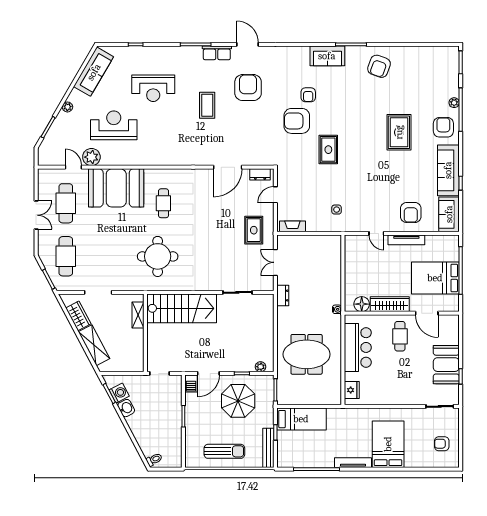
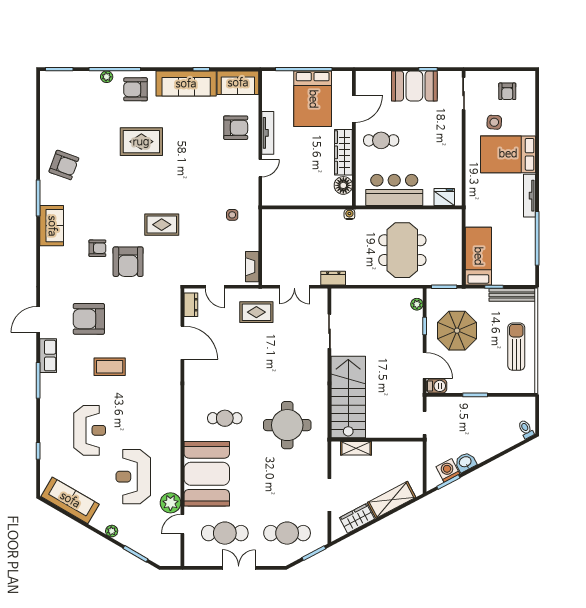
side table: (415, 433) -> (494, 122), added

